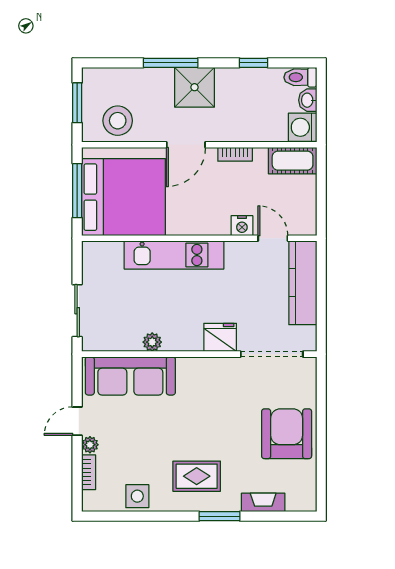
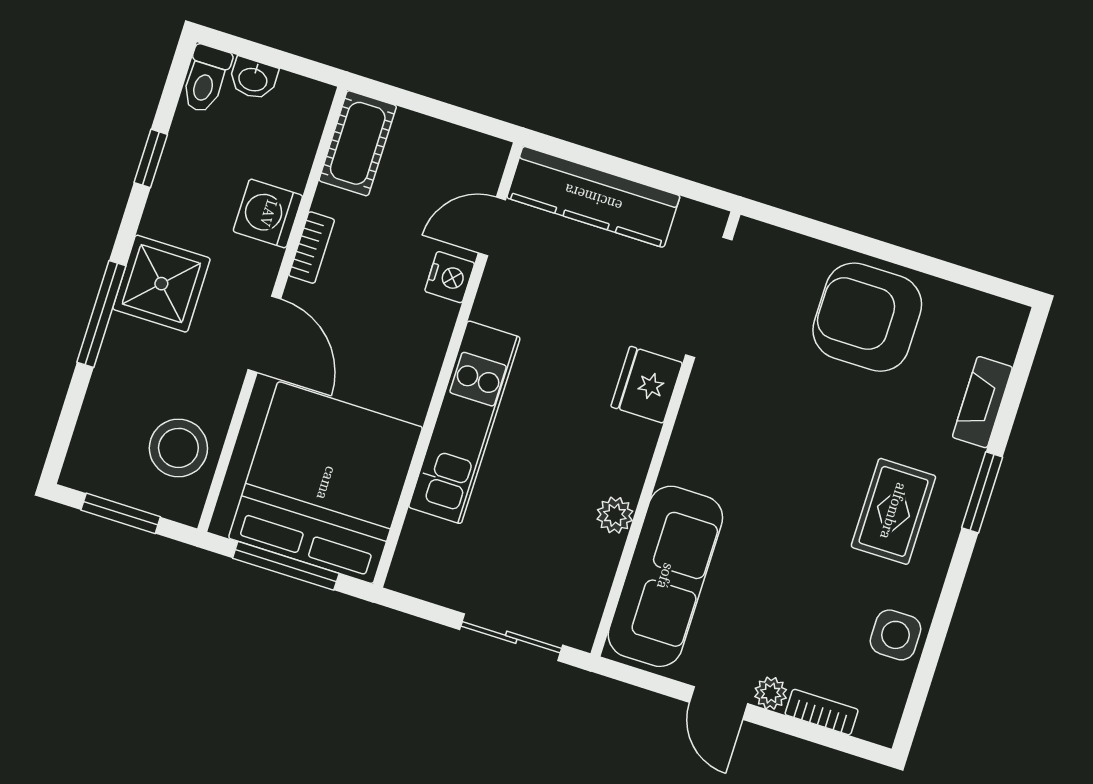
washing machine: (303, 127) -> (268, 213), moved, turned 90

